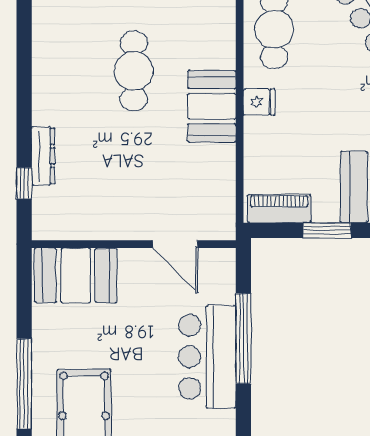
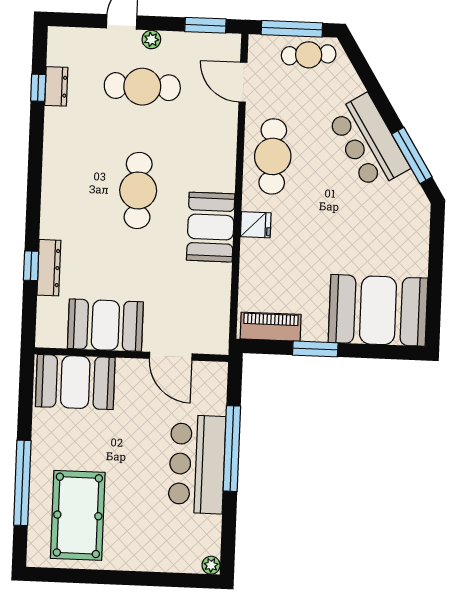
window: (24, 183) -> (31, 266), moved
booth: (105, 214) -> (105, 325), added

